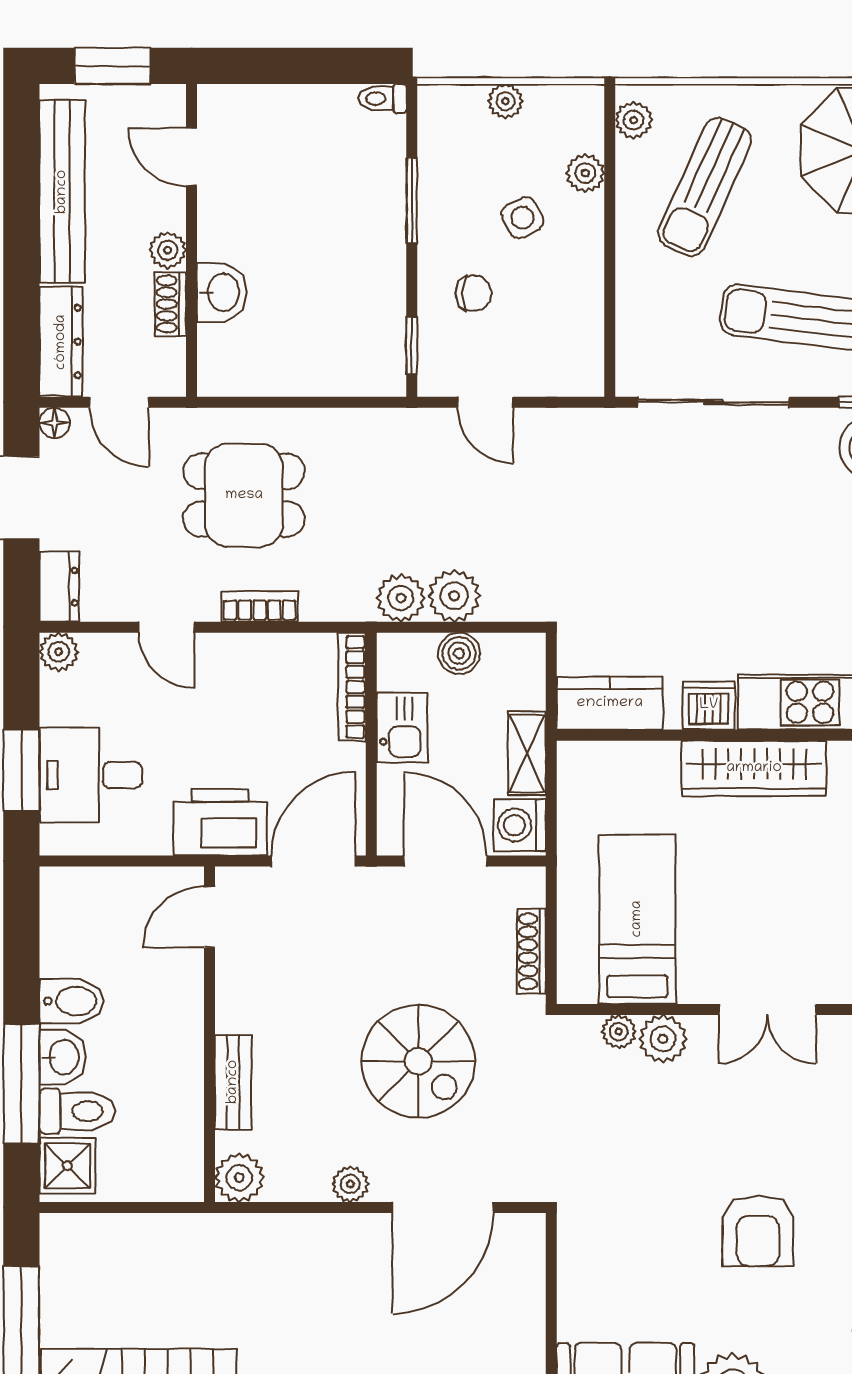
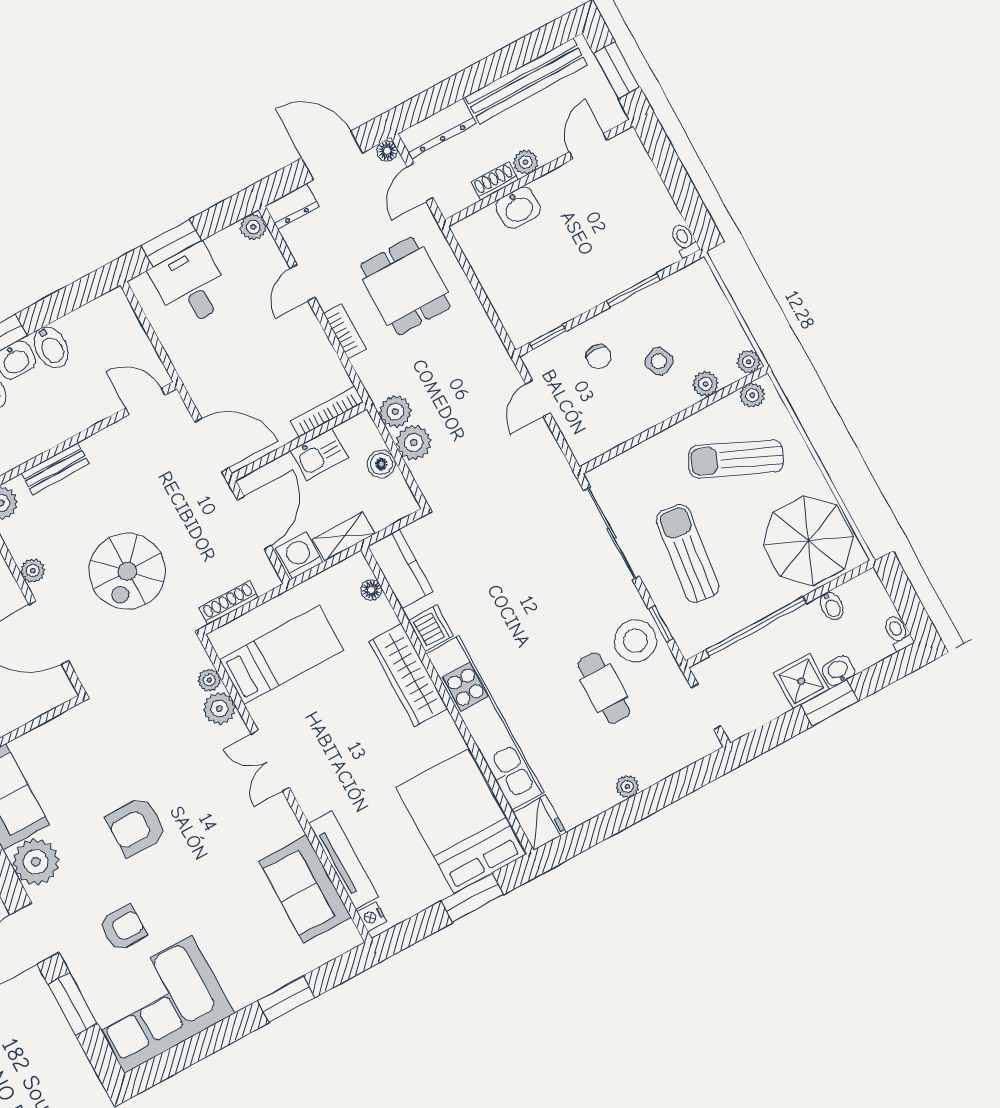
plant: (505, 101) -> (749, 362), moved
floor lamp: (616, 756) -> (371, 590), added
printer: (220, 822) -> (205, 377), removed

